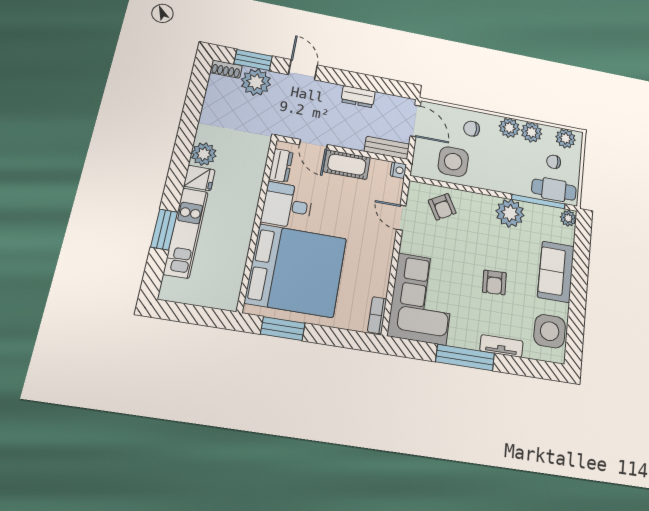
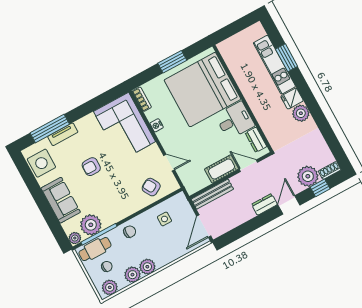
window: (253, 60) -> (320, 188), width x0.67
door: (303, 70) -> (289, 205), swing flipped
dresser: (358, 97) -> (264, 204), moved
door: (415, 121) -> (204, 226), hinge flipped
chair: (472, 129) -> (130, 232), moved
bench: (387, 148) -> (212, 194), width x1.36
side table: (453, 162) -> (164, 219), width x0.54, depth x0.54
nightstand: (398, 170) -> (157, 125), moved
plant: (510, 213) -> (91, 225), moved
armchair: (494, 282) -> (91, 167), turned -87
window: (283, 329) -> (172, 62), moved
window: (465, 357) -> (50, 129), moved

